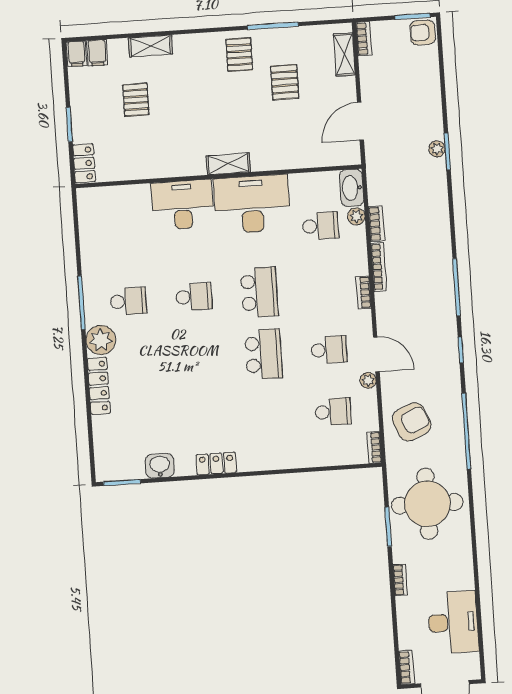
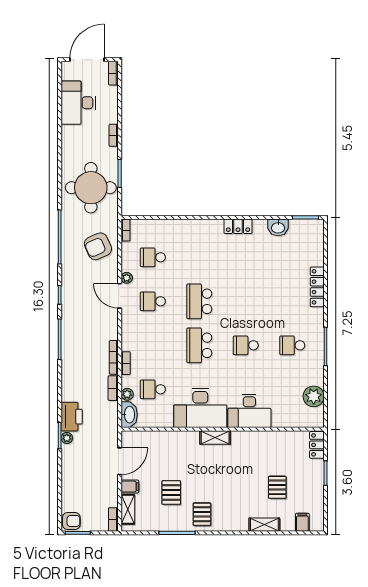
filing cabinet: (77, 54) -> (130, 487), moved, turned 90
printer: (432, 180) -> (72, 417), added
bookcase: (364, 292) -> (126, 363), moved
plant: (101, 340) -> (314, 396), moved

